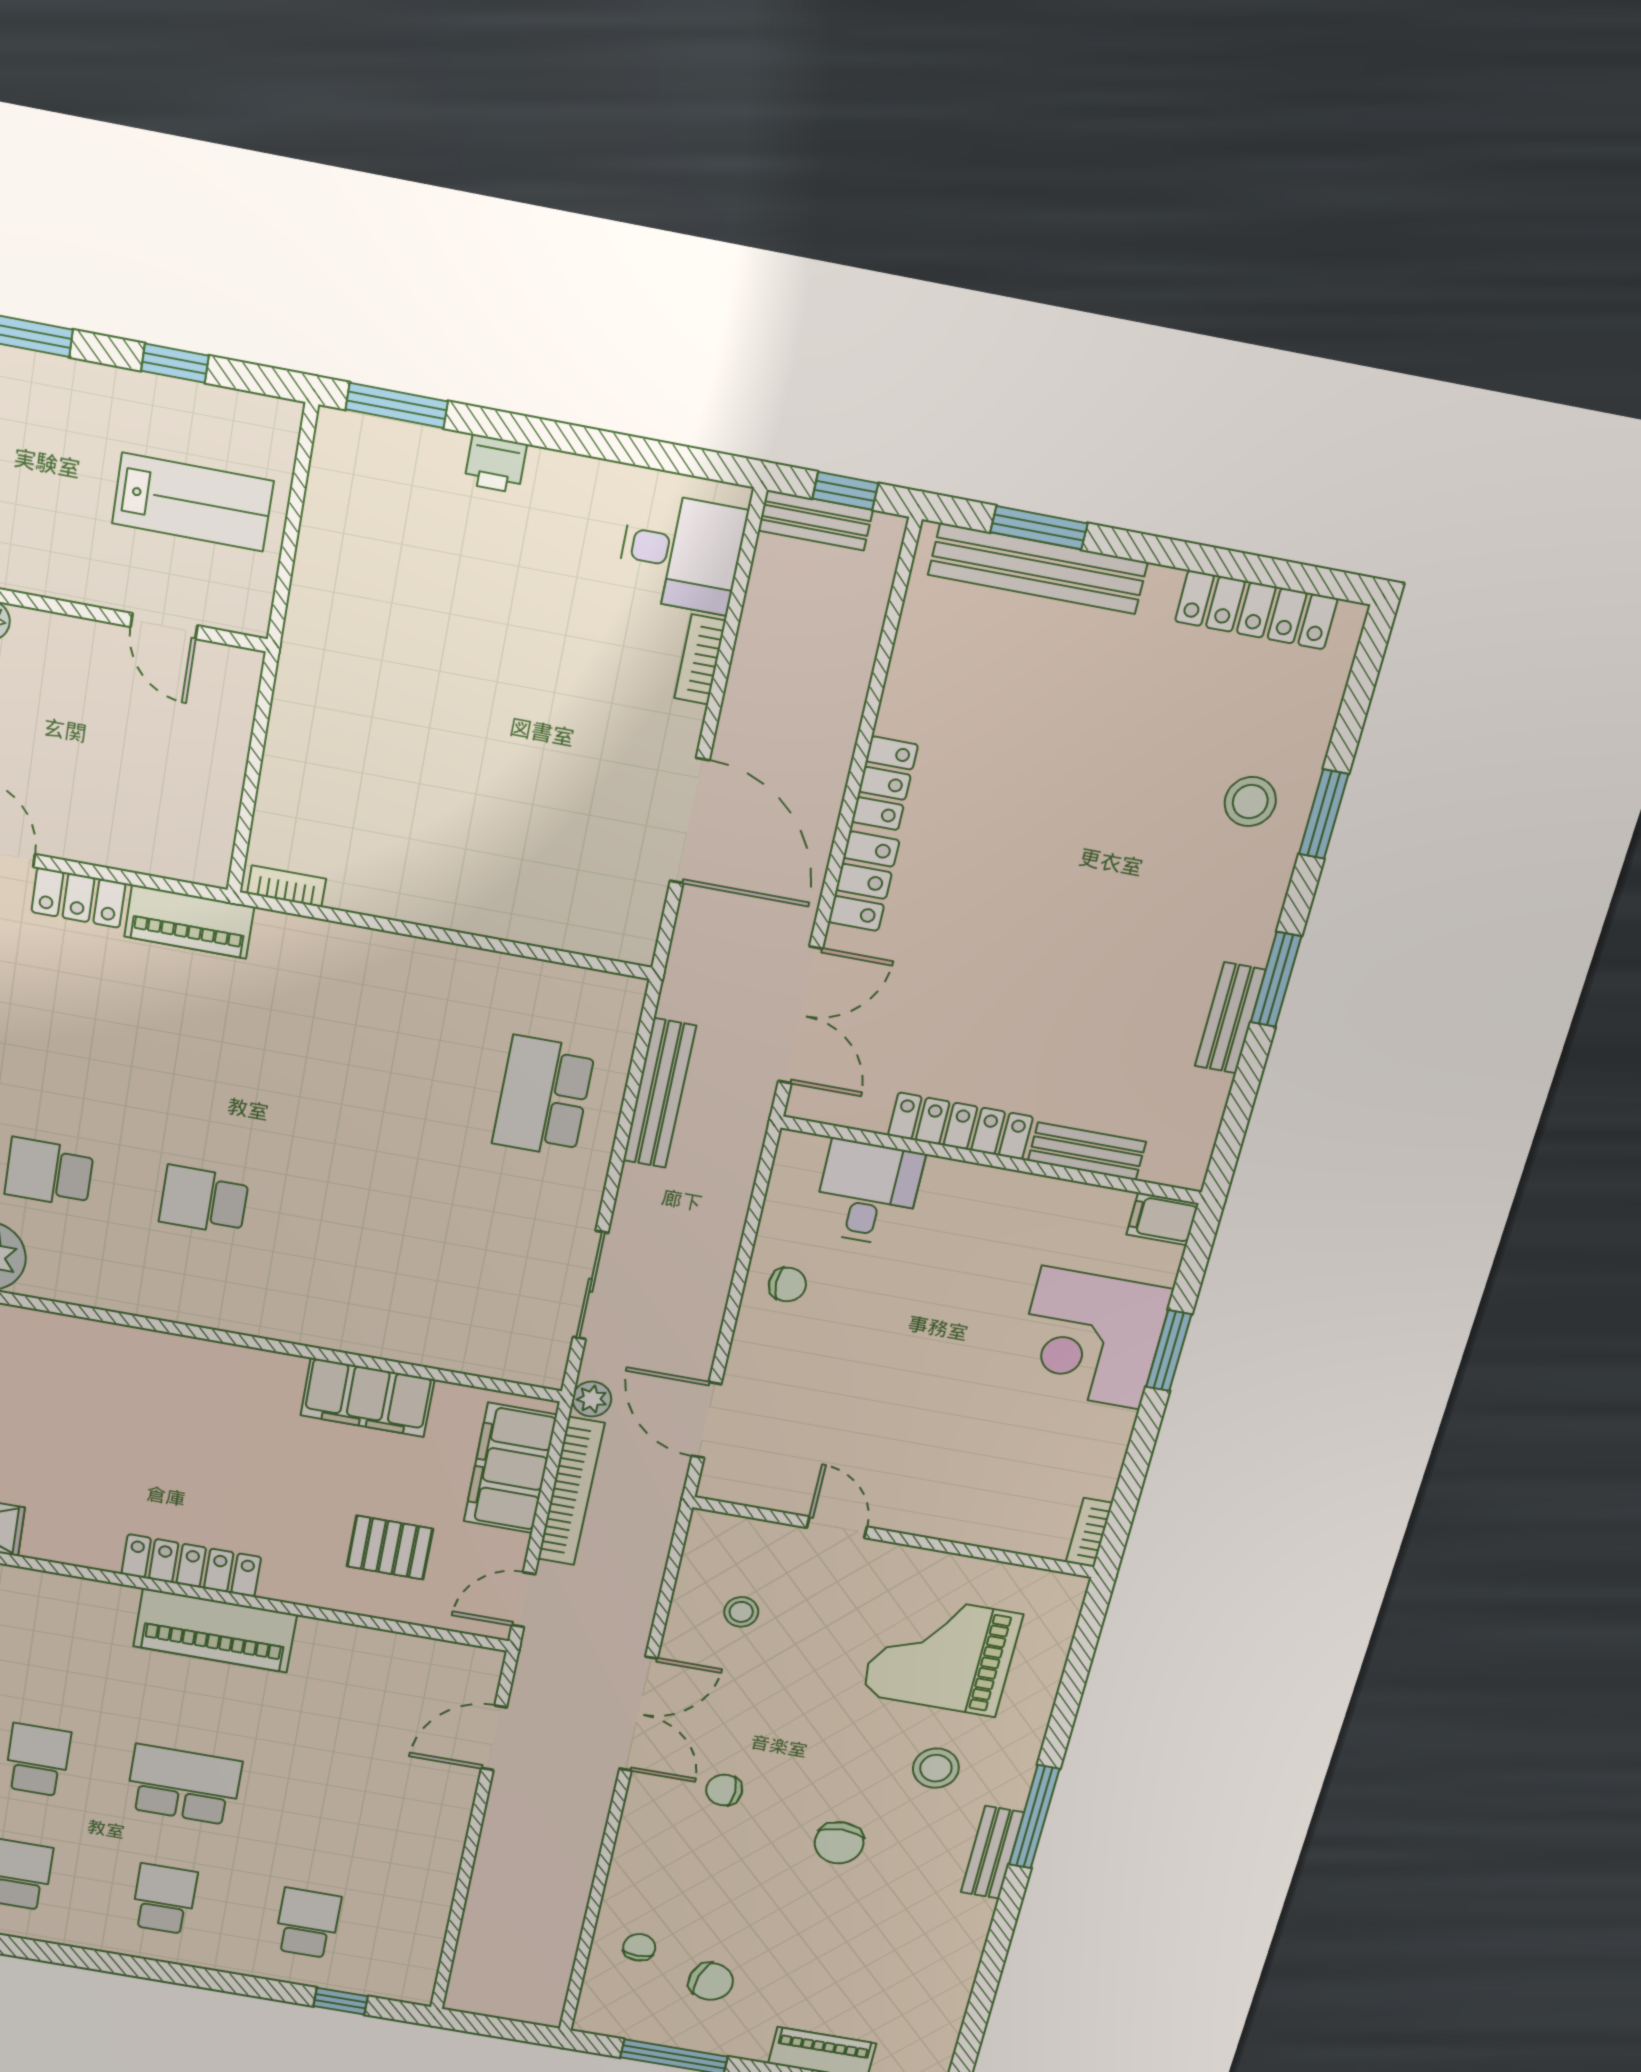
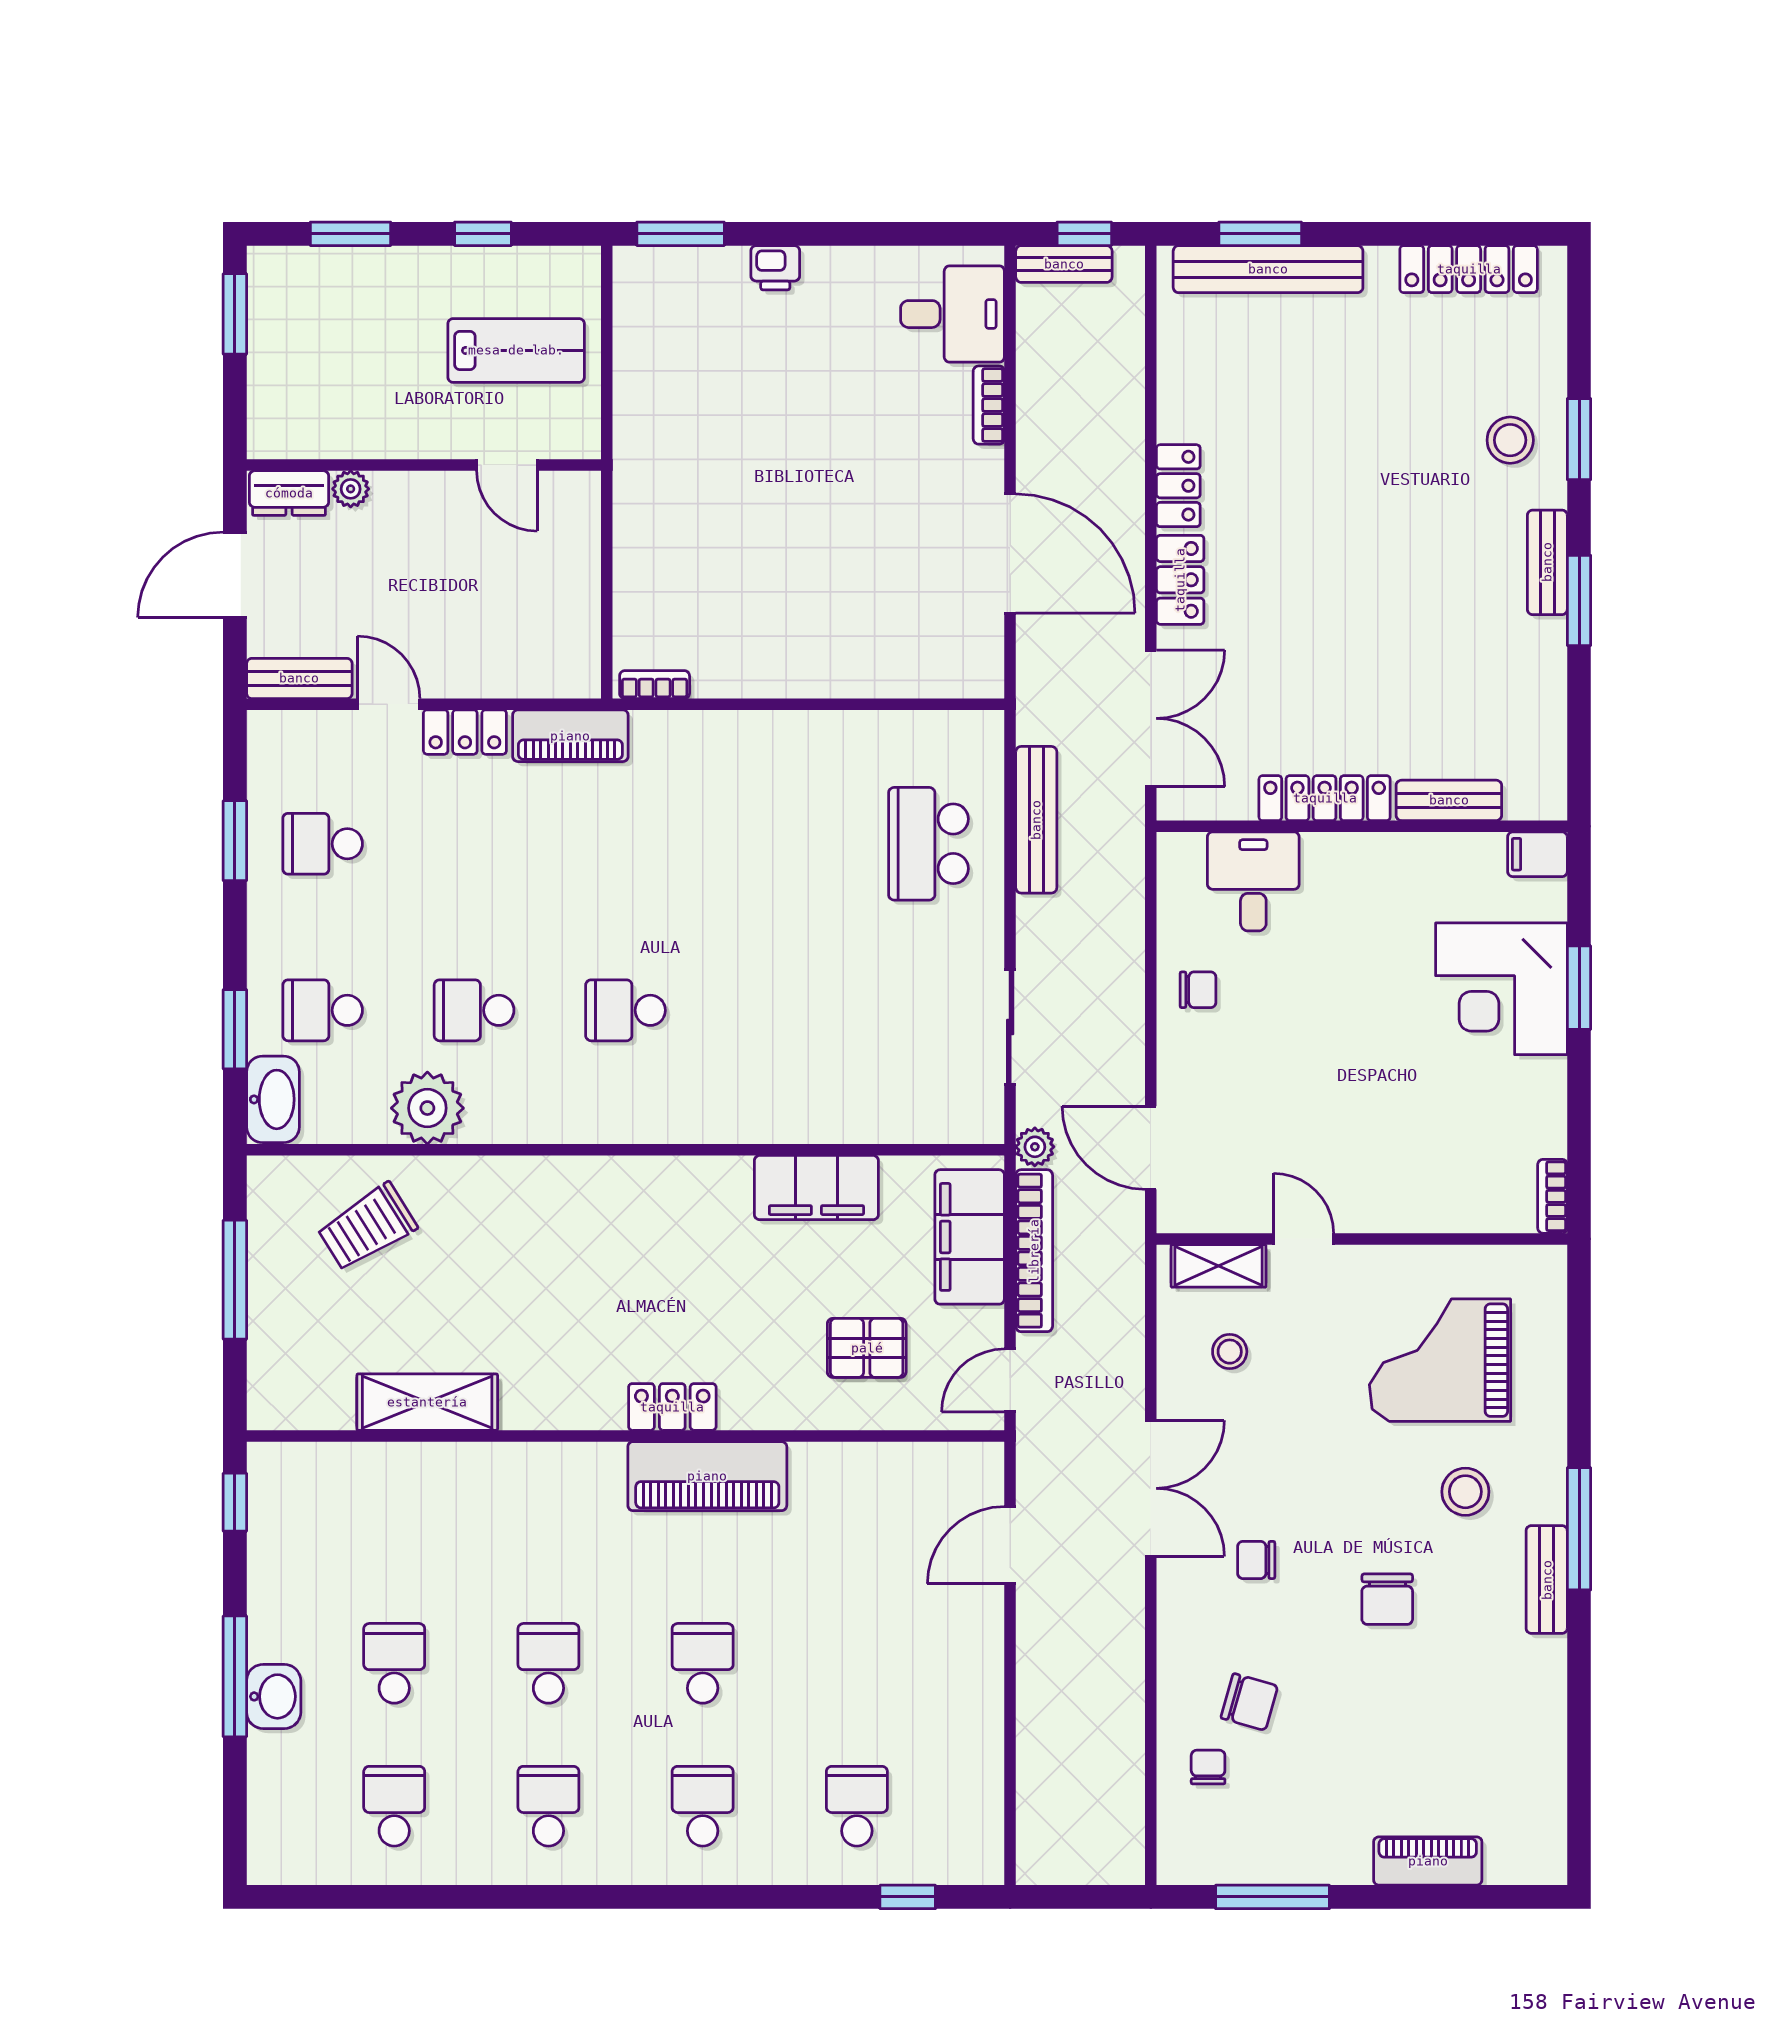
bench: (1230, 1018) -> (1547, 562), moved
shelving: (748, 1536) -> (1218, 1266), added
locker: (191, 1566) -> (672, 1407), width x0.66
school desk: (184, 1785) -> (703, 1663), width x0.54
chair: (711, 1981) -> (1249, 1702), moved

